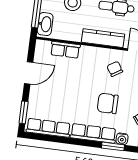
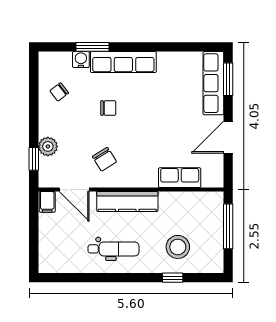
washbasin: (45, 24) -> (214, 211), removed
chair: (108, 103) -> (108, 108), width x0.54, depth x0.54
row of seats: (48, 128) -> (213, 83), moved, turned 90

